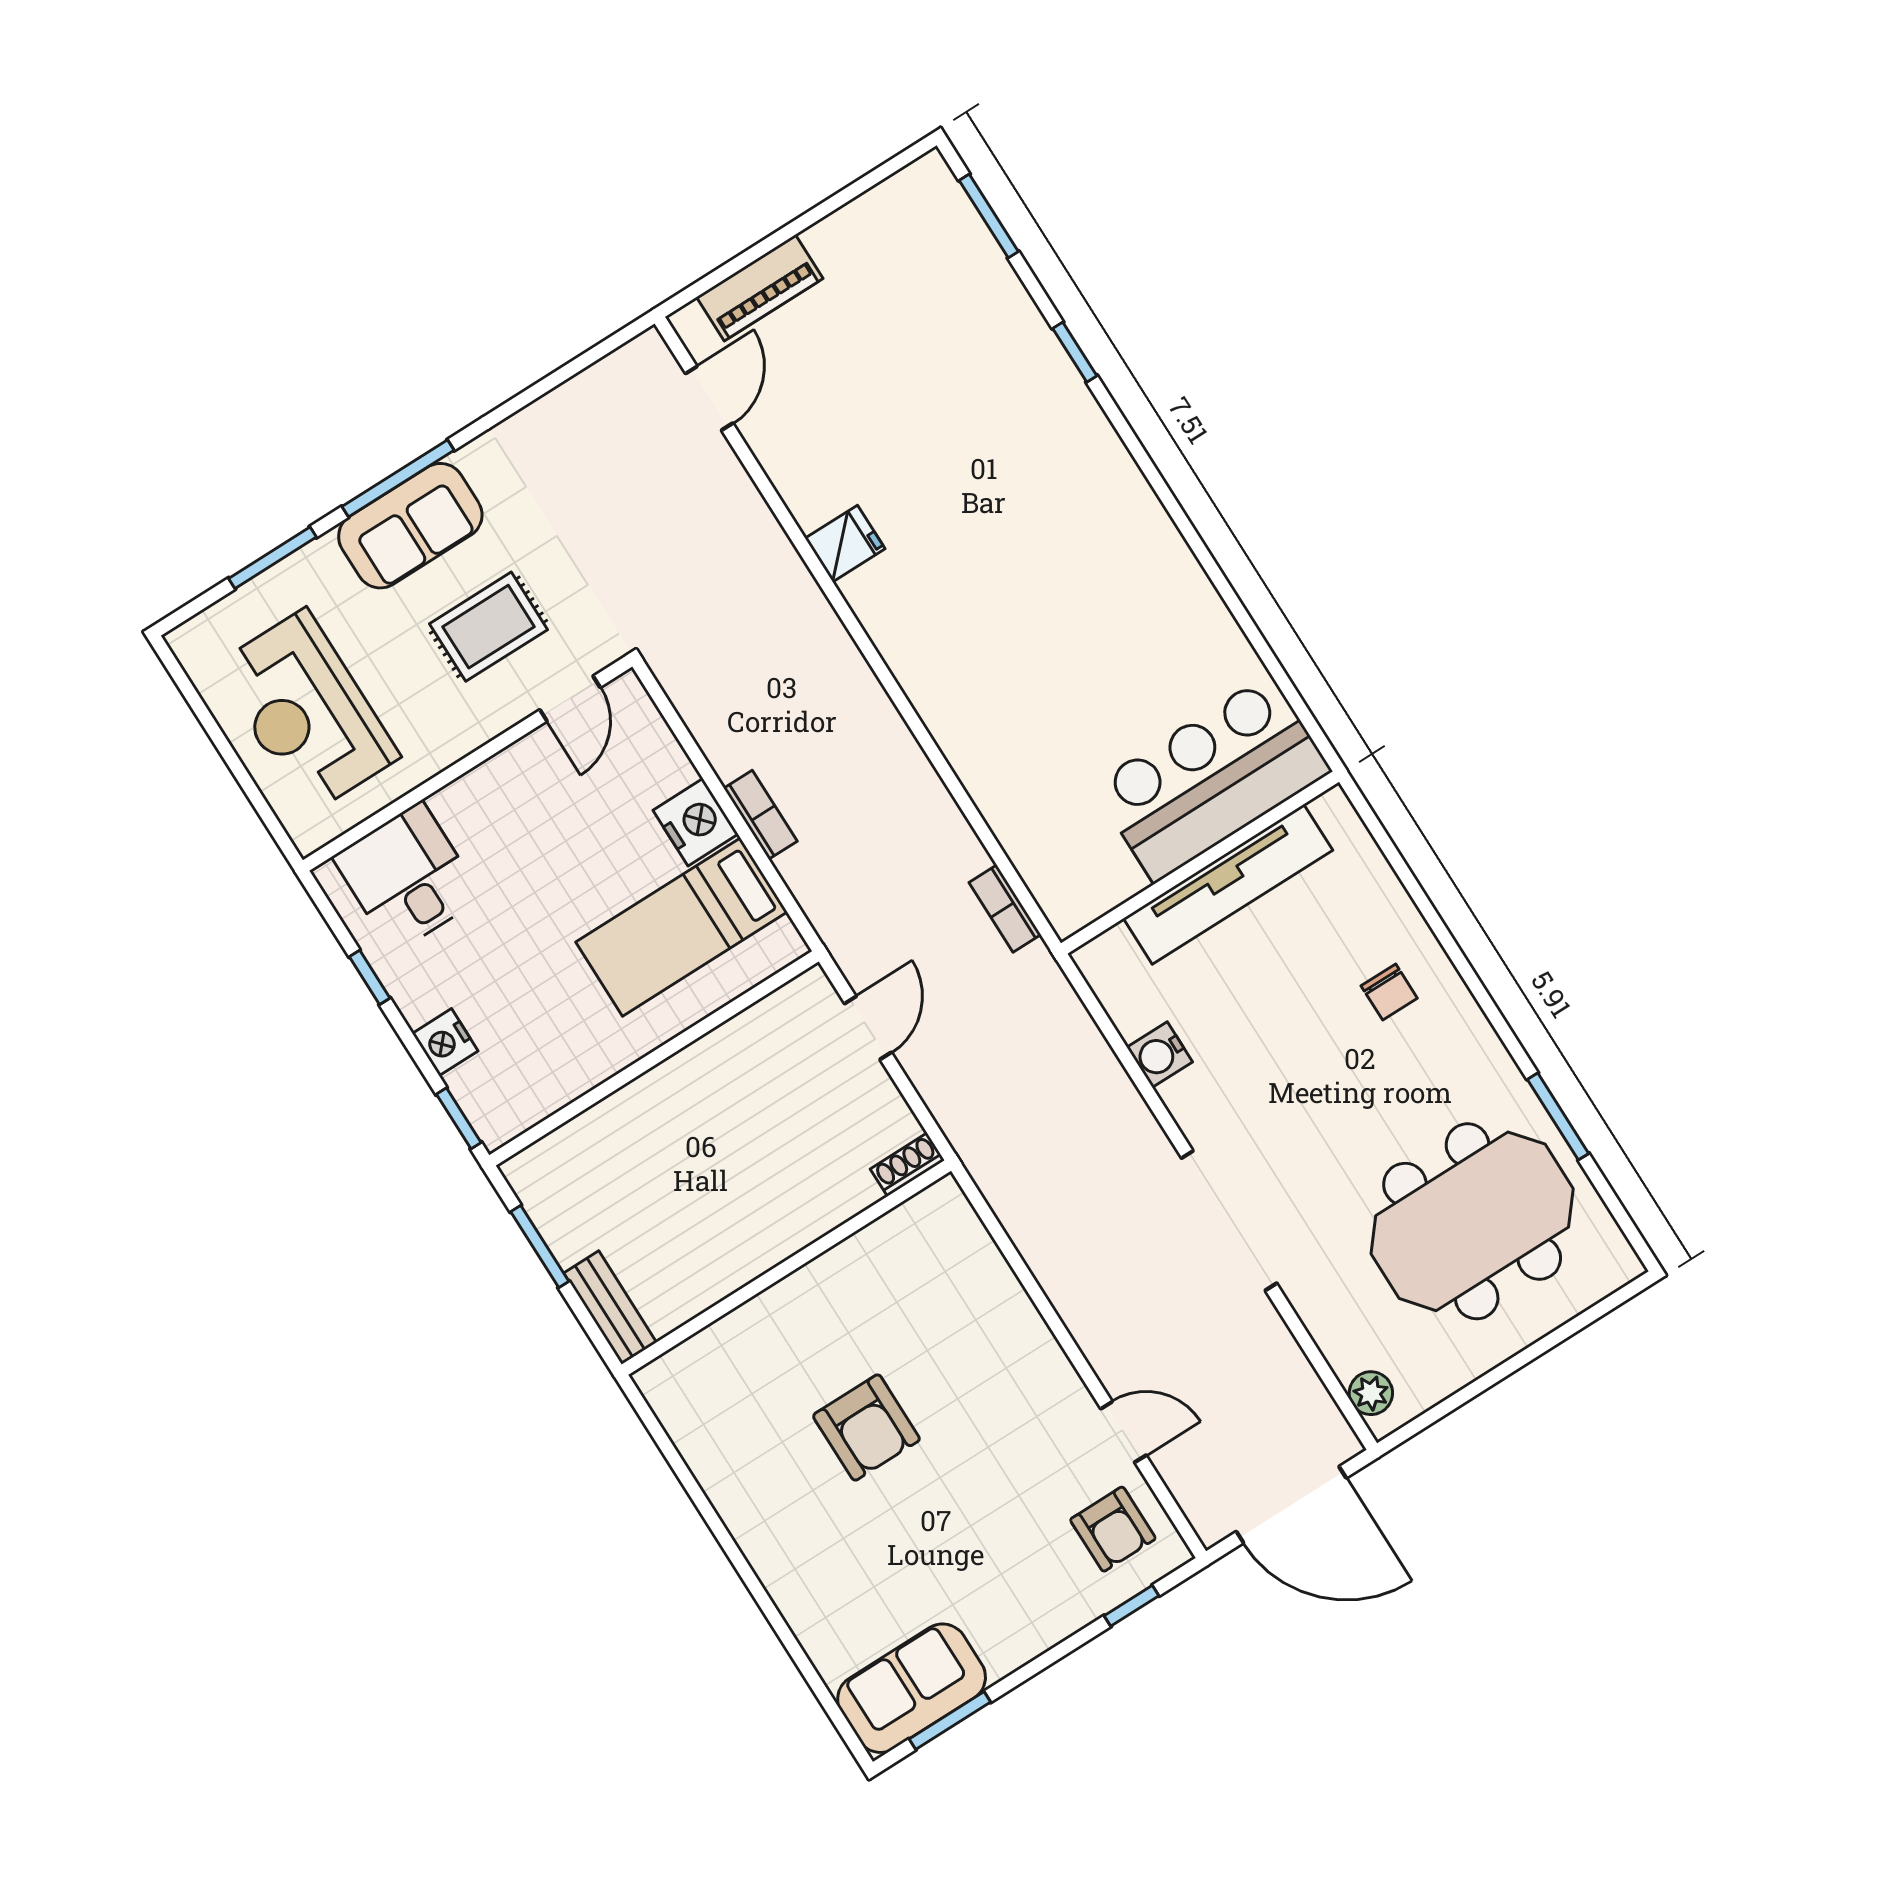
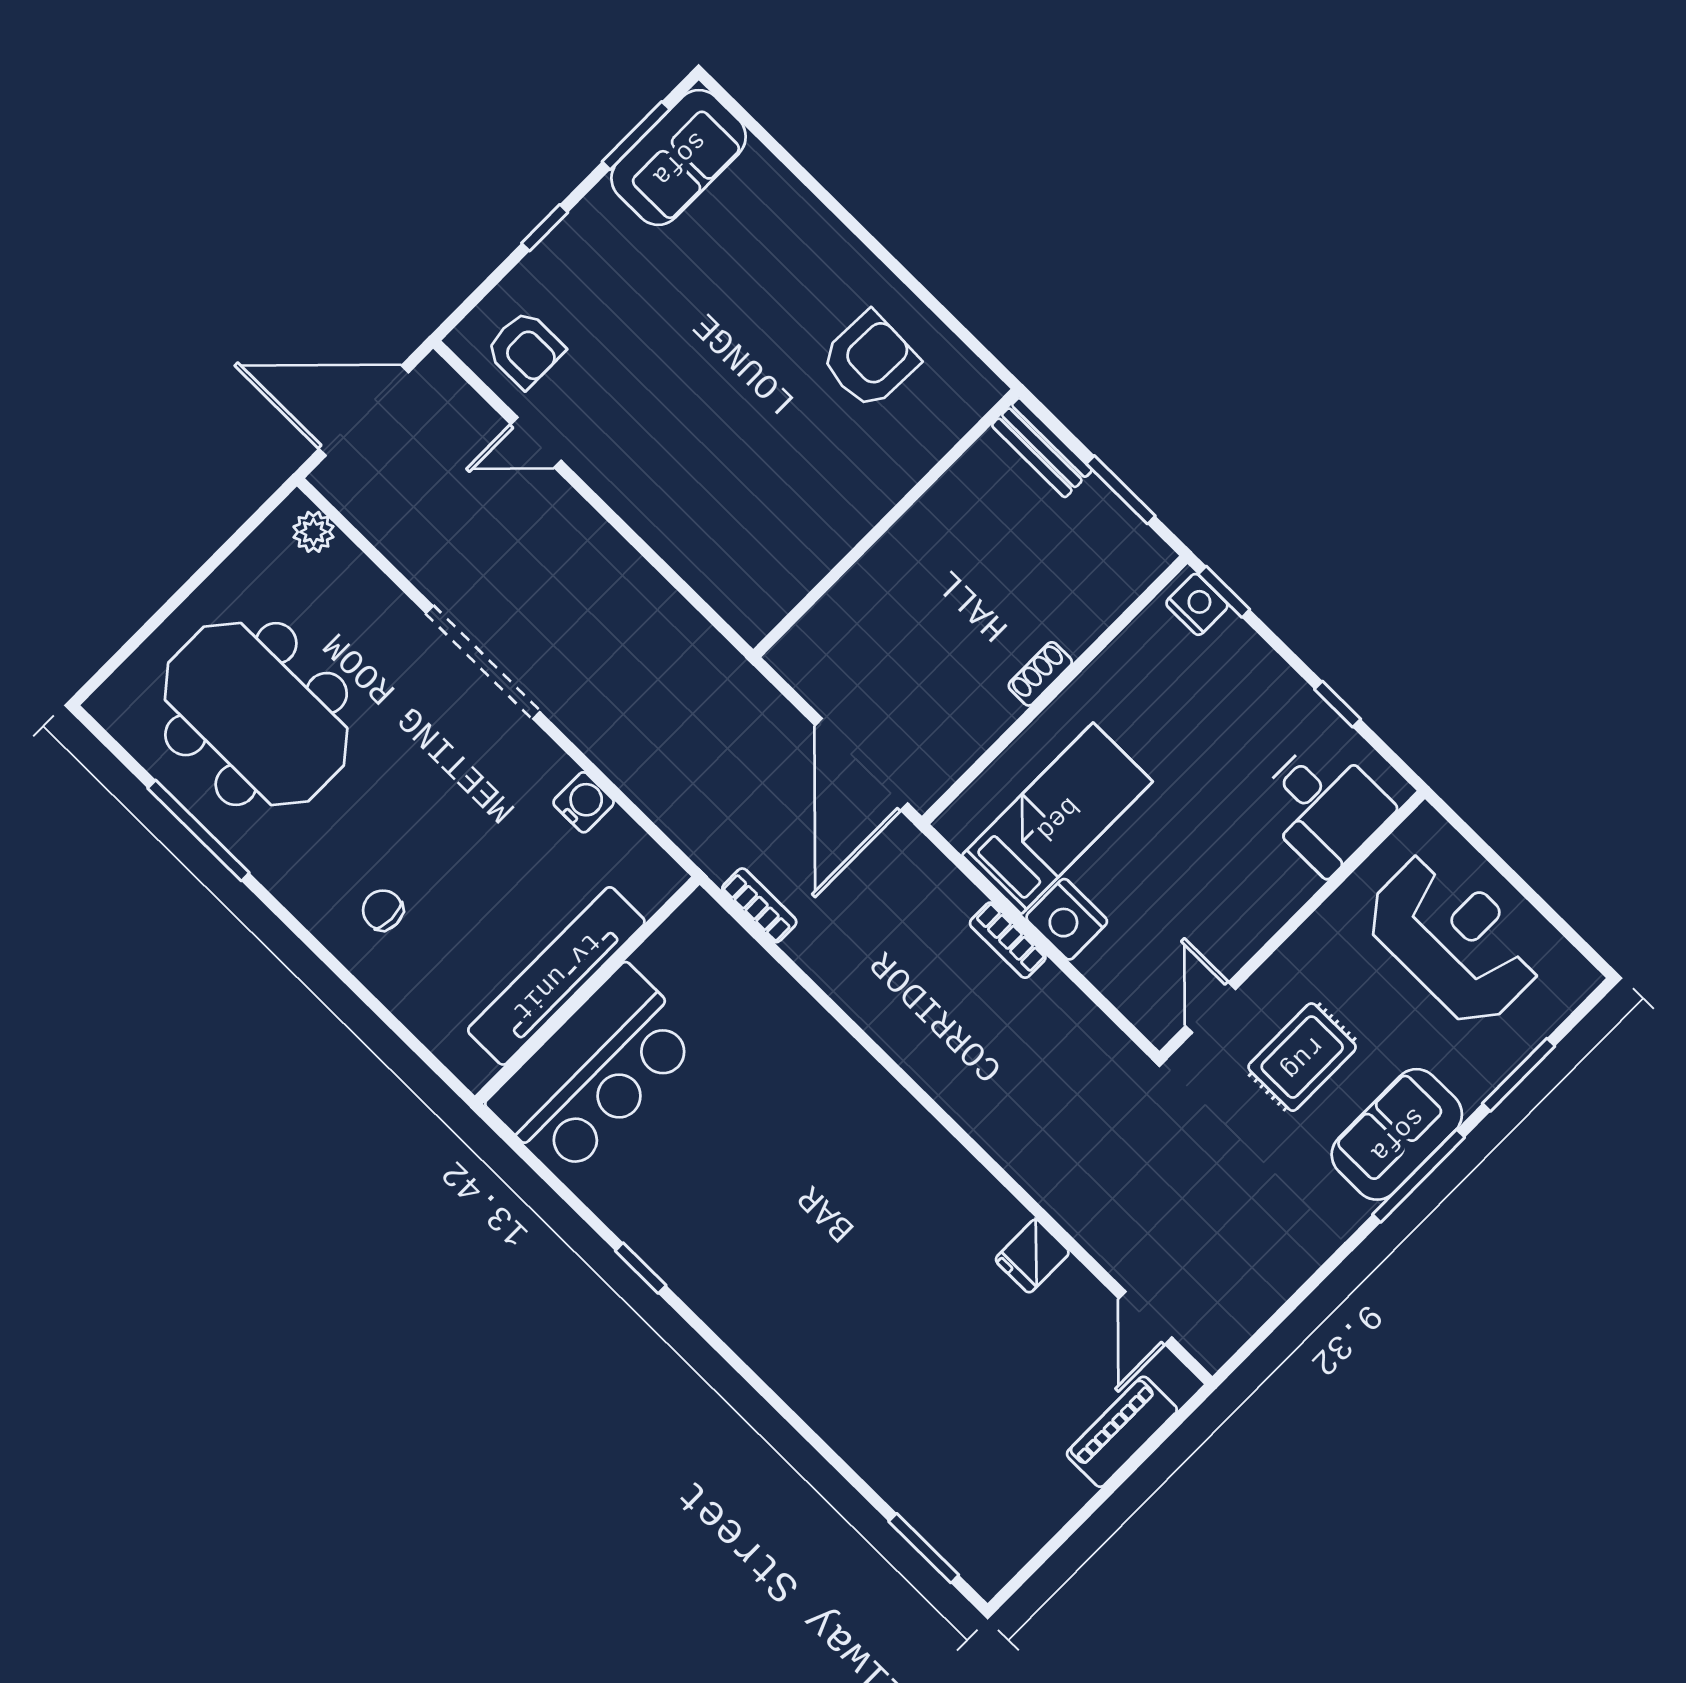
window: (1075, 352) -> (641, 1268), moved
fridge: (845, 544) -> (1032, 1256), moved
door: (868, 1028) -> (861, 764), width x1.88
nightstand: (445, 1042) -> (1197, 604), moved
window: (1558, 1116) -> (198, 830), width x1.44
shoe rack: (907, 1165) -> (1040, 674), moved, turned 180
meeting table: (1472, 1221) -> (256, 714), turned 90
armchair: (866, 1428) -> (870, 360), moved, turned 92
armchair: (1113, 1529) -> (525, 349), turned 180
window: (1132, 1606) -> (545, 228), moved

